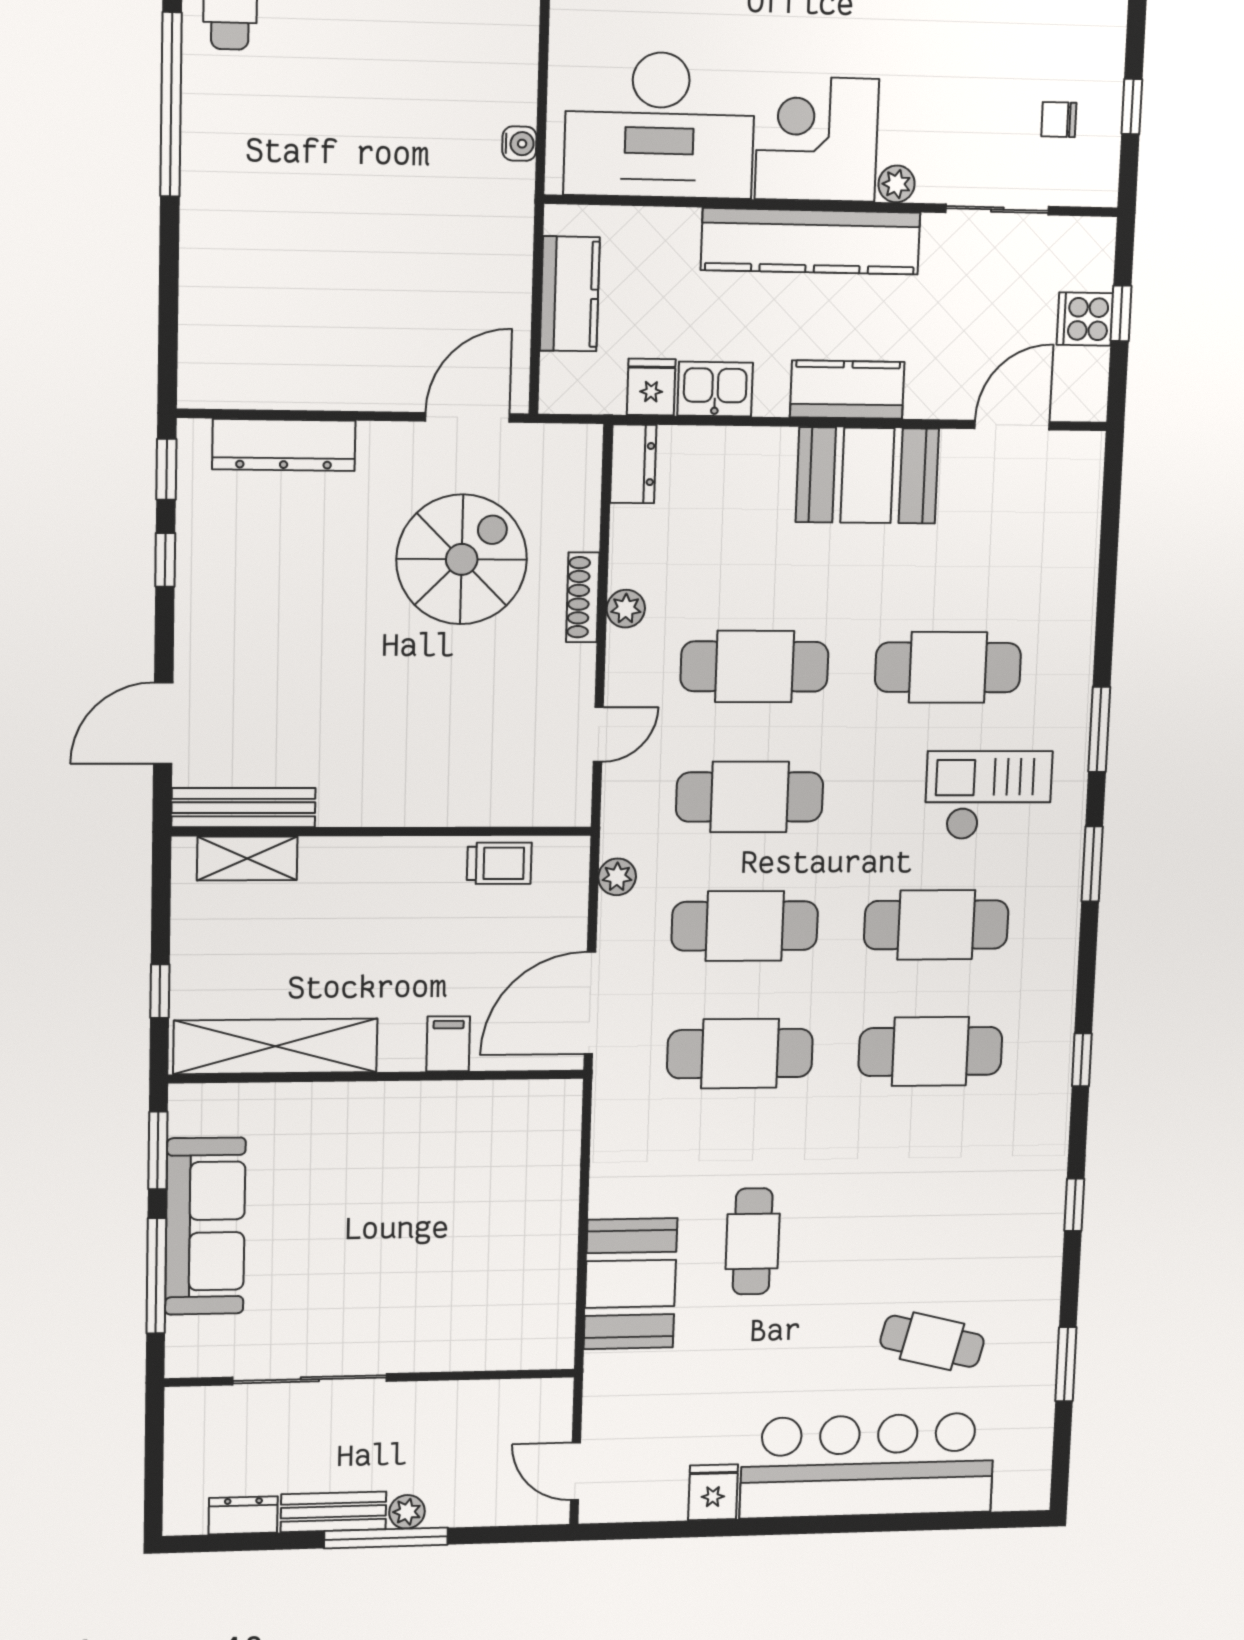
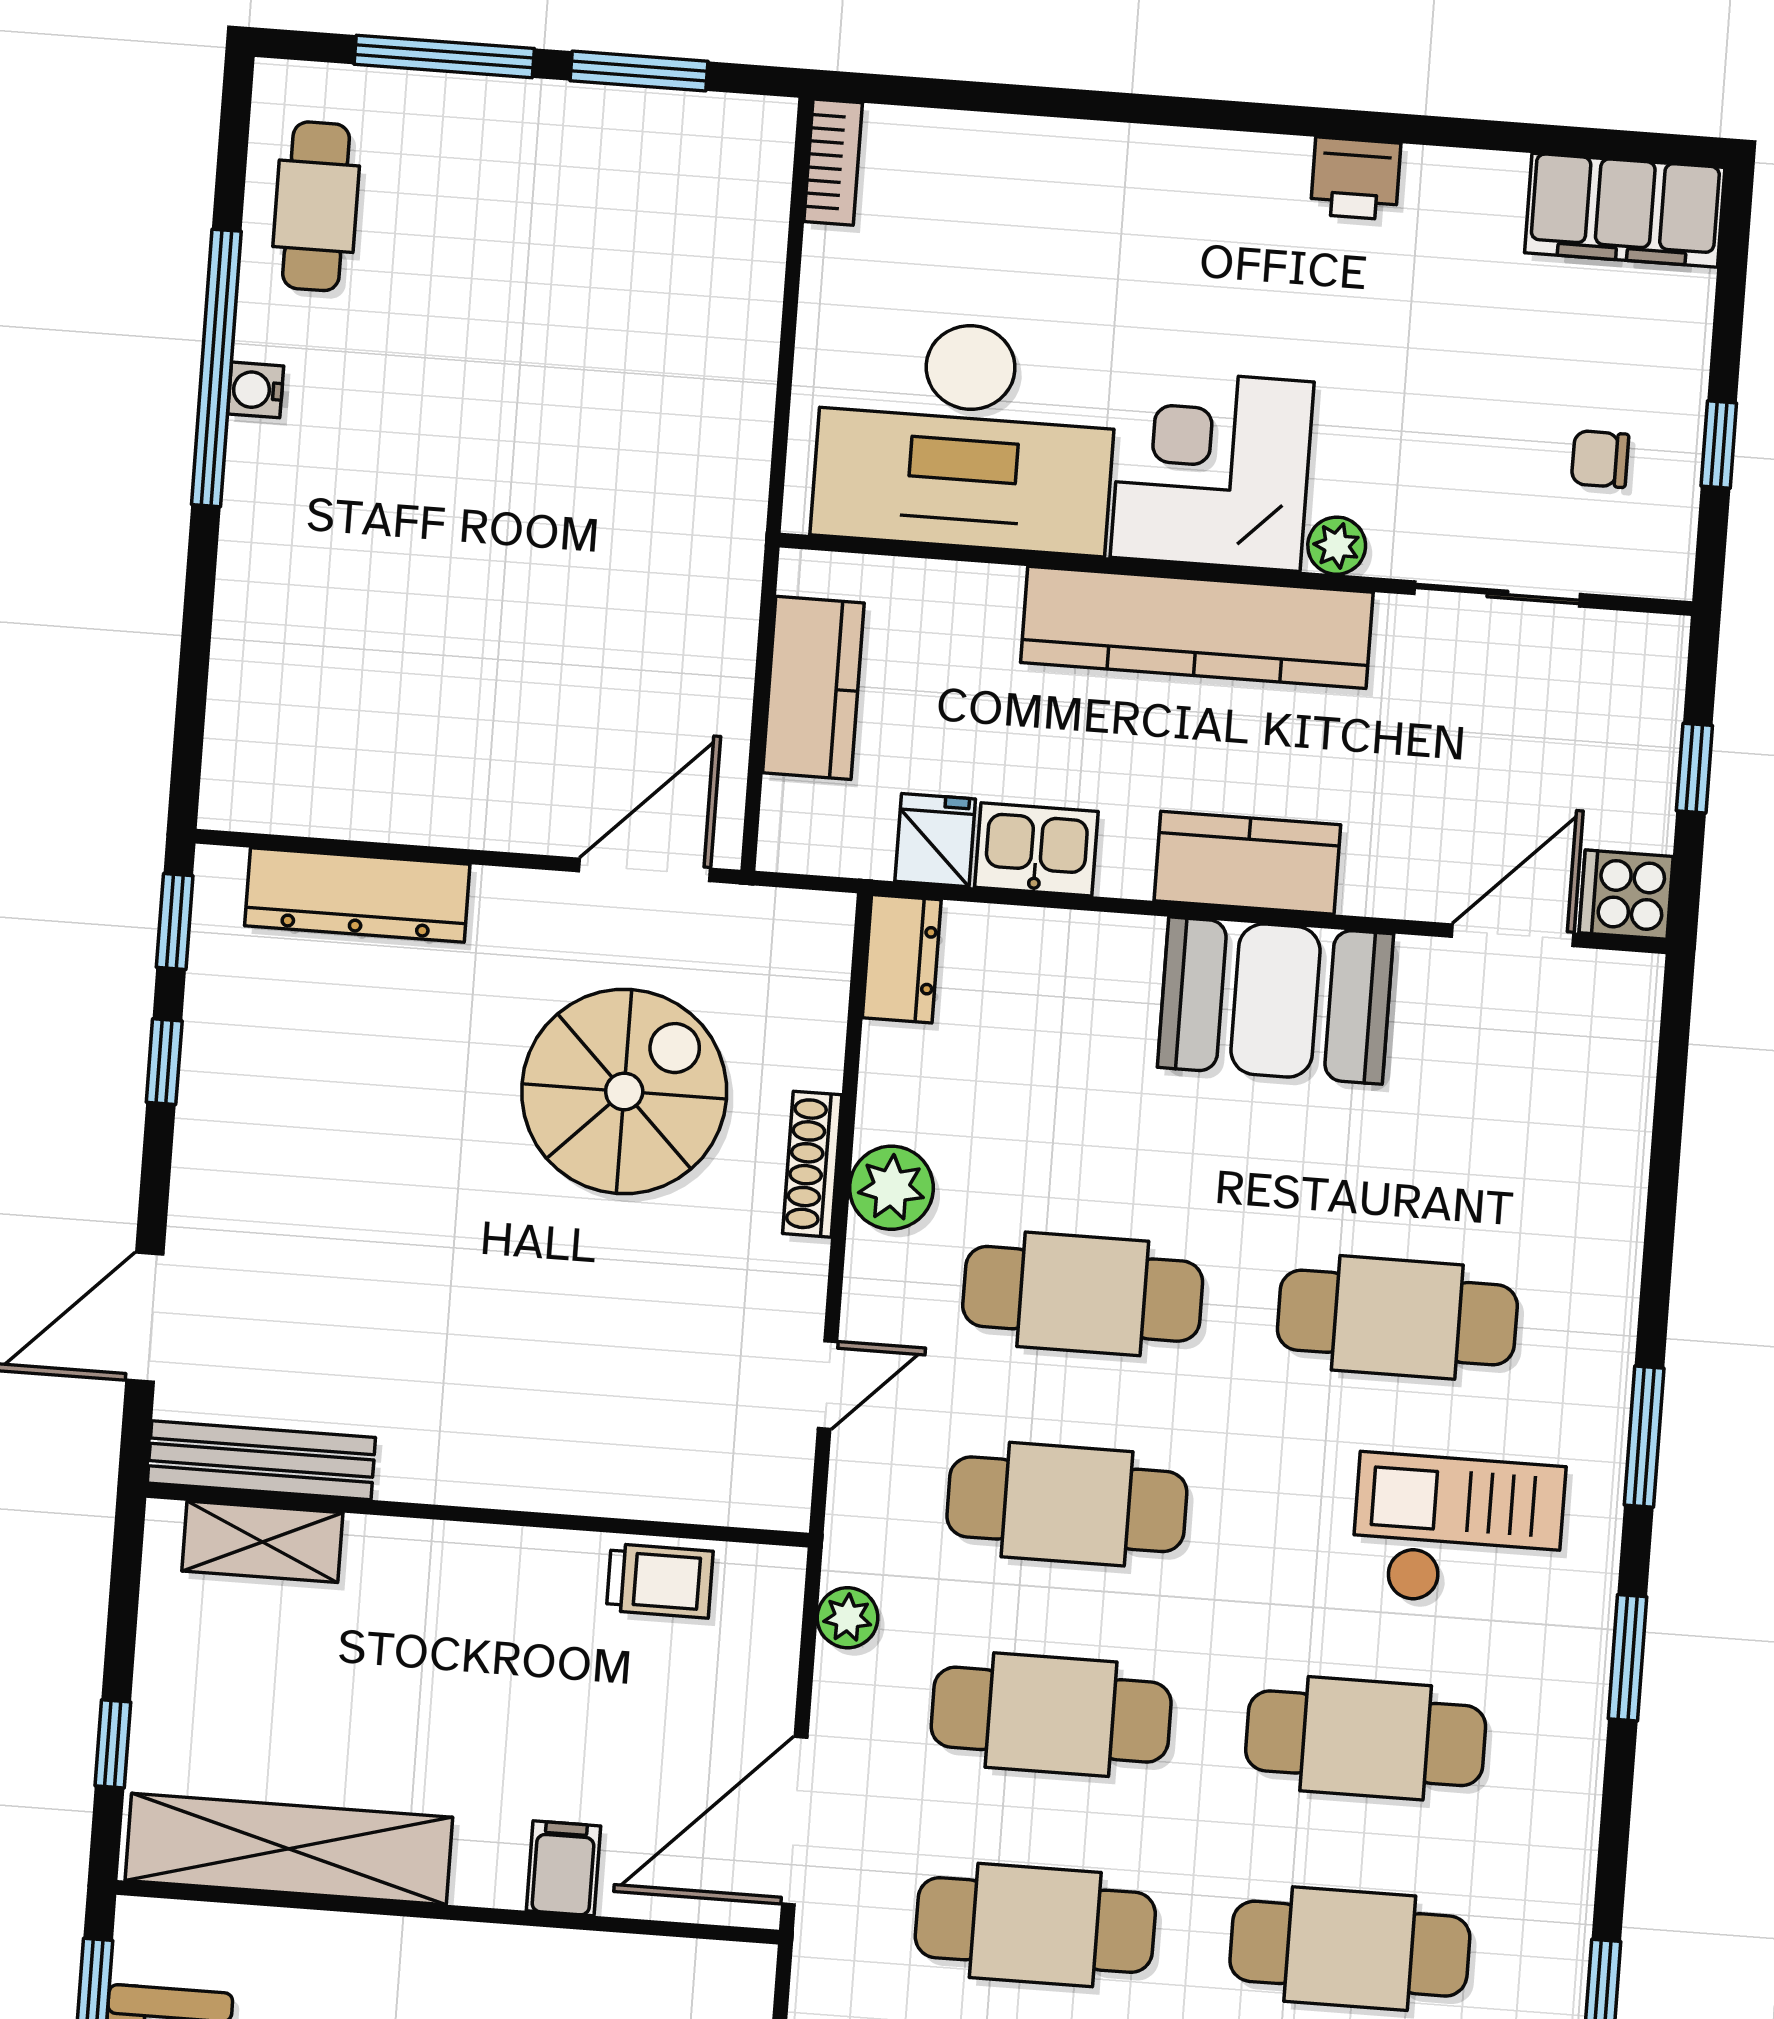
water cooler: (519, 144) -> (256, 390), moved, turned 180
cooker: (1085, 319) -> (1626, 895), moved
plant: (626, 609) -> (891, 1188), width x1.38, depth x1.38

